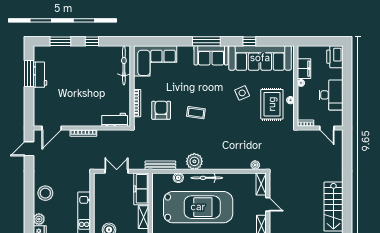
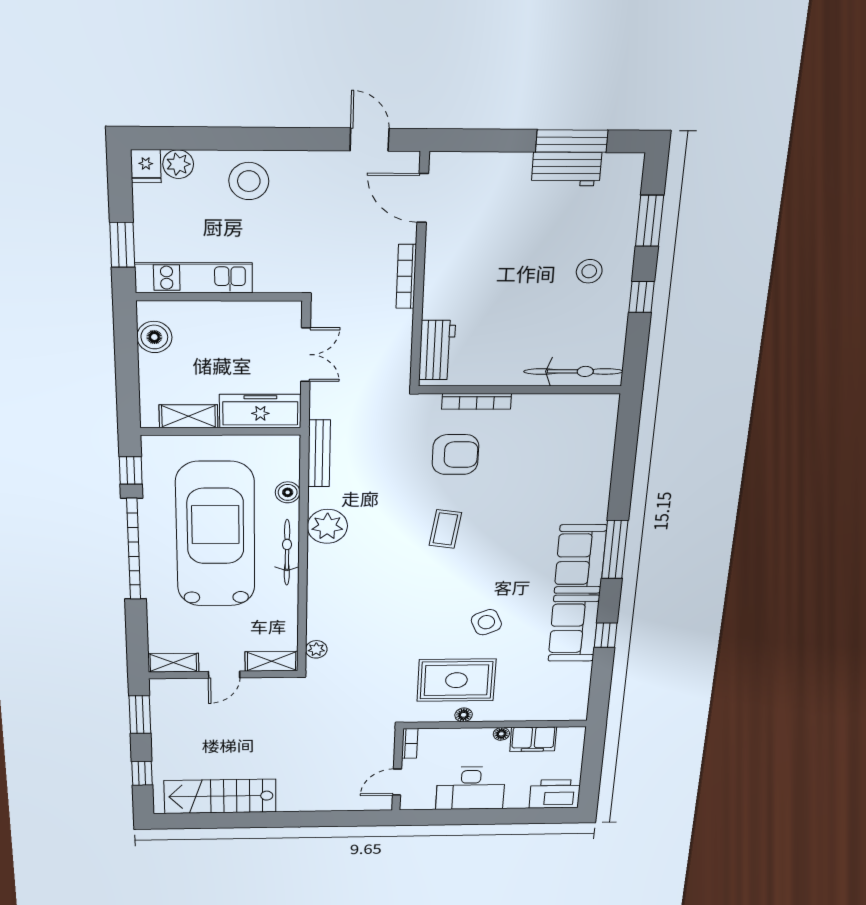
sofa: (260, 58) -> (574, 628), width x0.54, depth x0.79
corner sofa: (155, 61) -> (578, 441), removed
stool: (81, 63) -> (589, 271), added
car: (198, 207) -> (216, 535), turned 180

